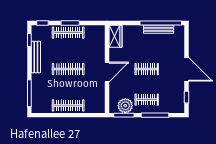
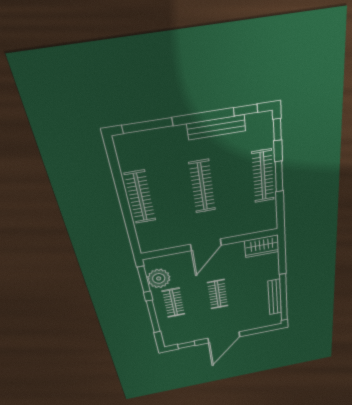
door: (107, 72) -> (206, 245), hinge flipped

